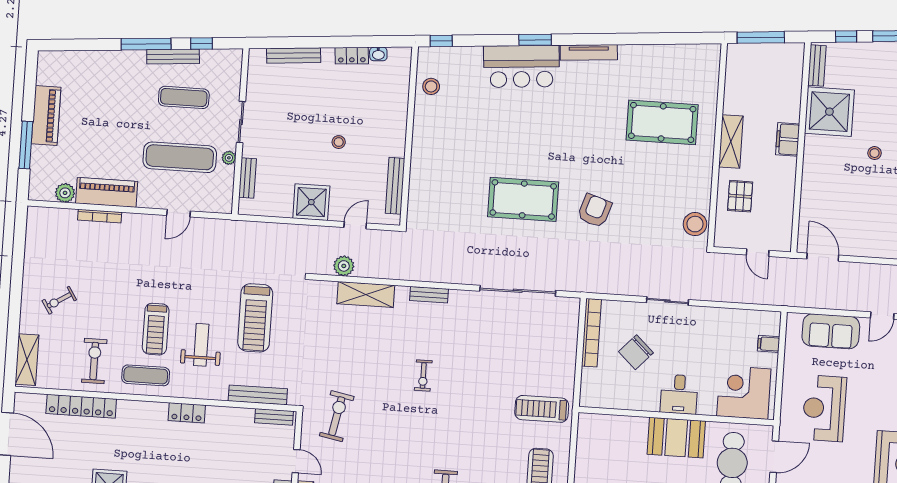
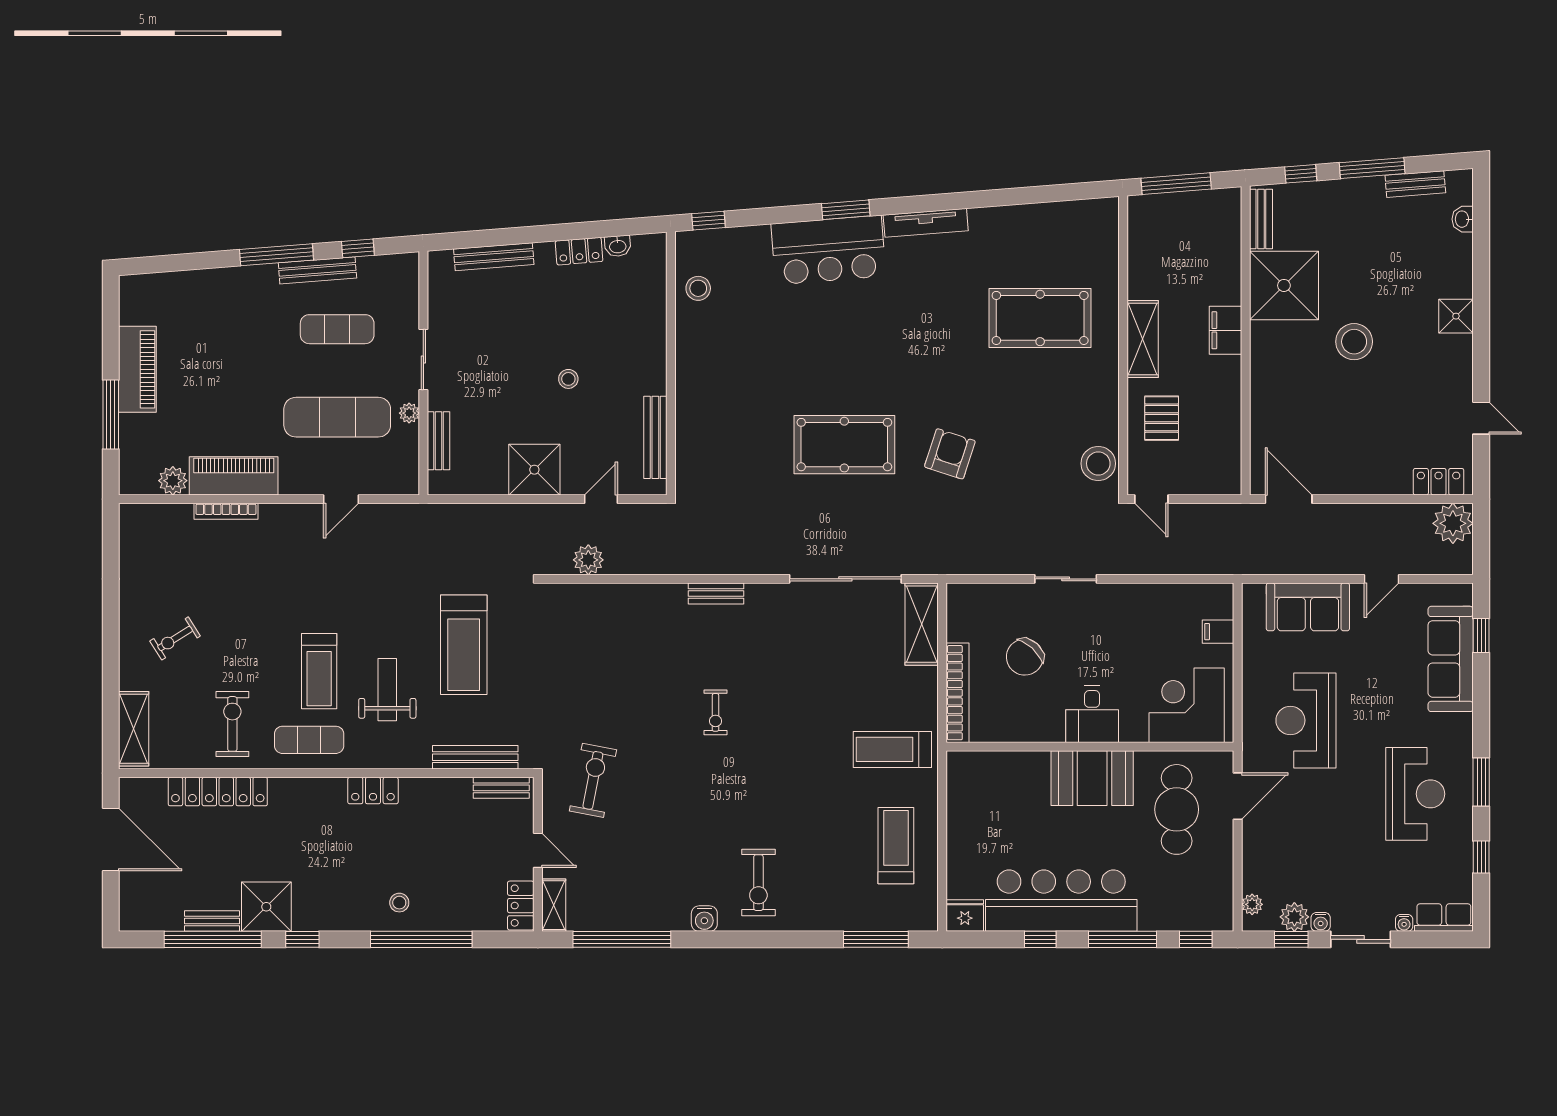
stool: (875, 153) -> (1354, 342), width x1.89, depth x1.89
door: (758, 253) -> (1151, 499), moved
shelving: (366, 294) -> (922, 624), moved, turned 90
bookcase: (591, 333) -> (958, 693), moved

